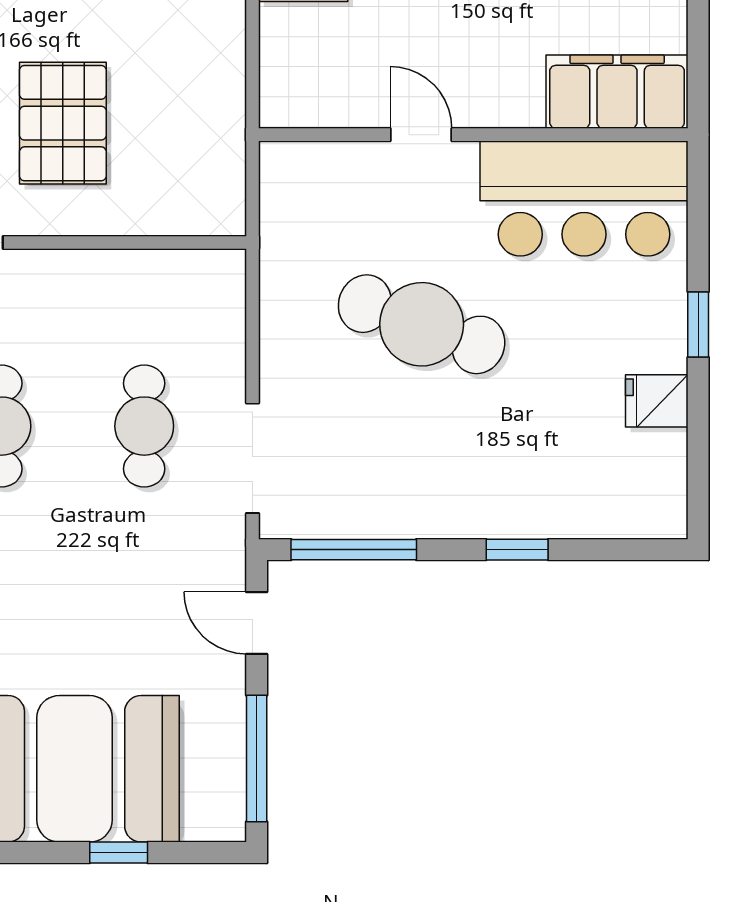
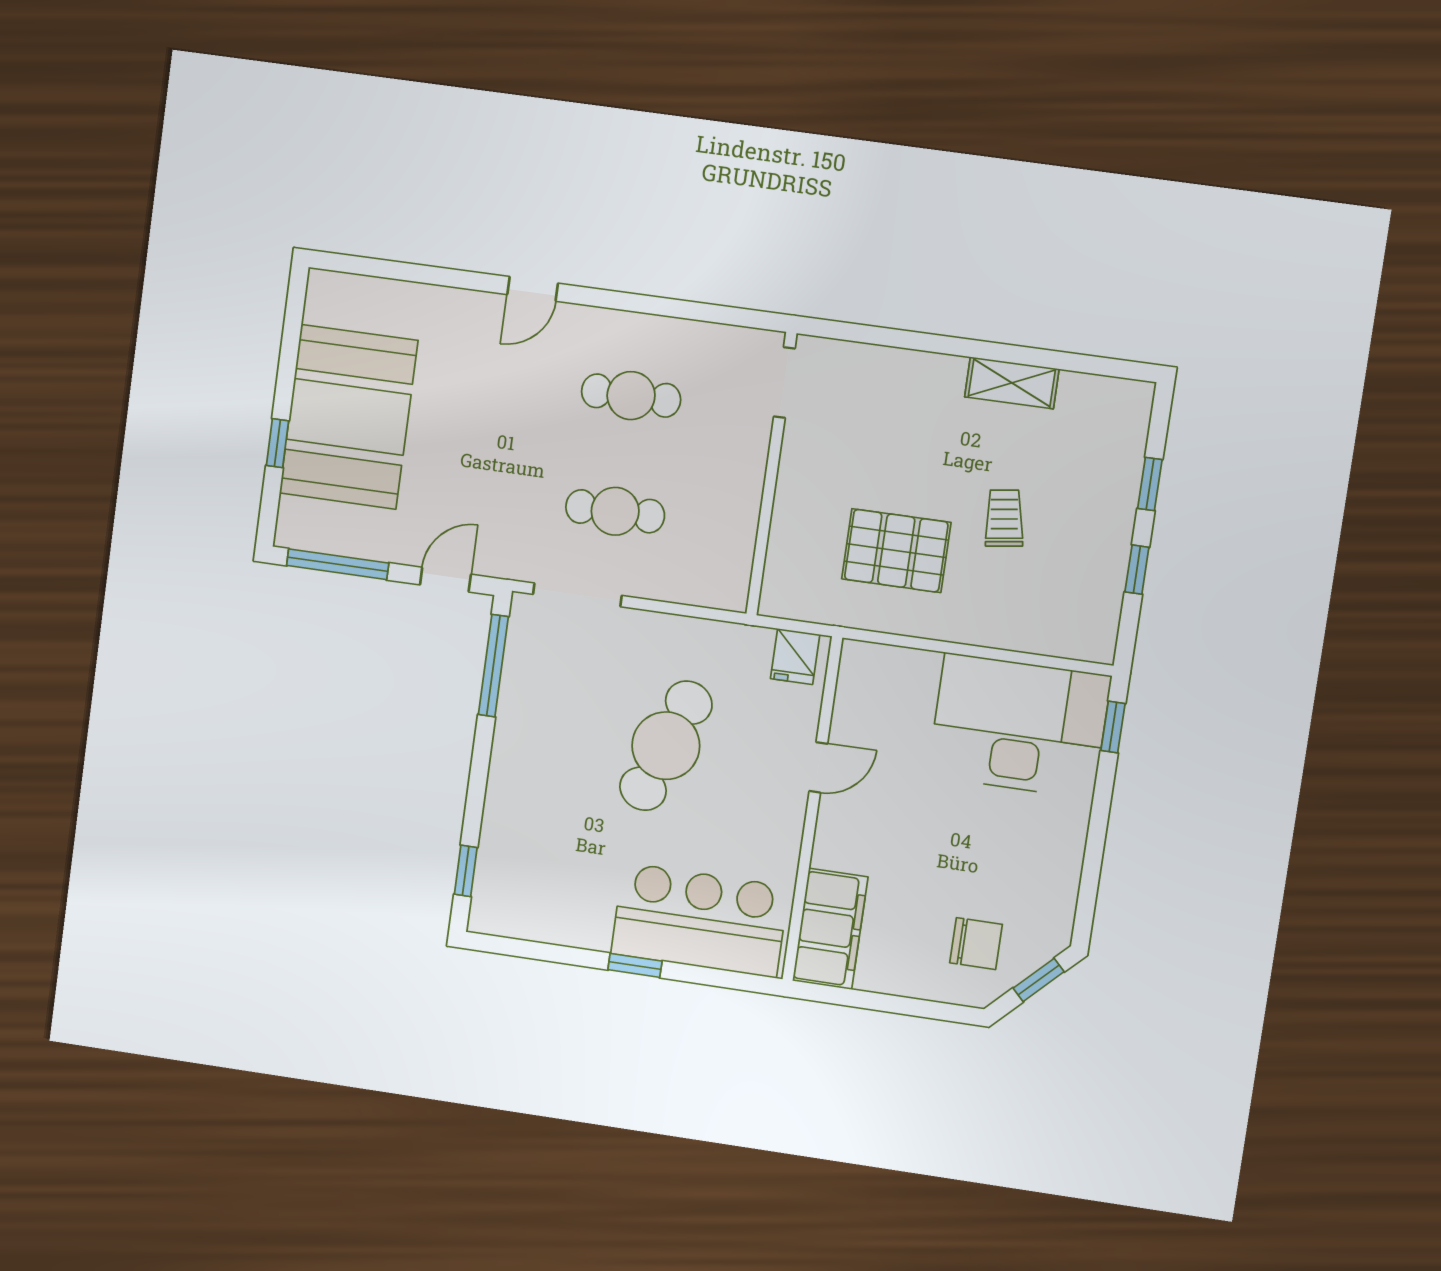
pallet: (63, 123) -> (896, 551), moved
bar counter: (584, 199) -> (700, 920), moved, turned 90
fridge: (657, 401) -> (795, 657), moved, turned 180
window: (517, 550) -> (466, 871), moved

